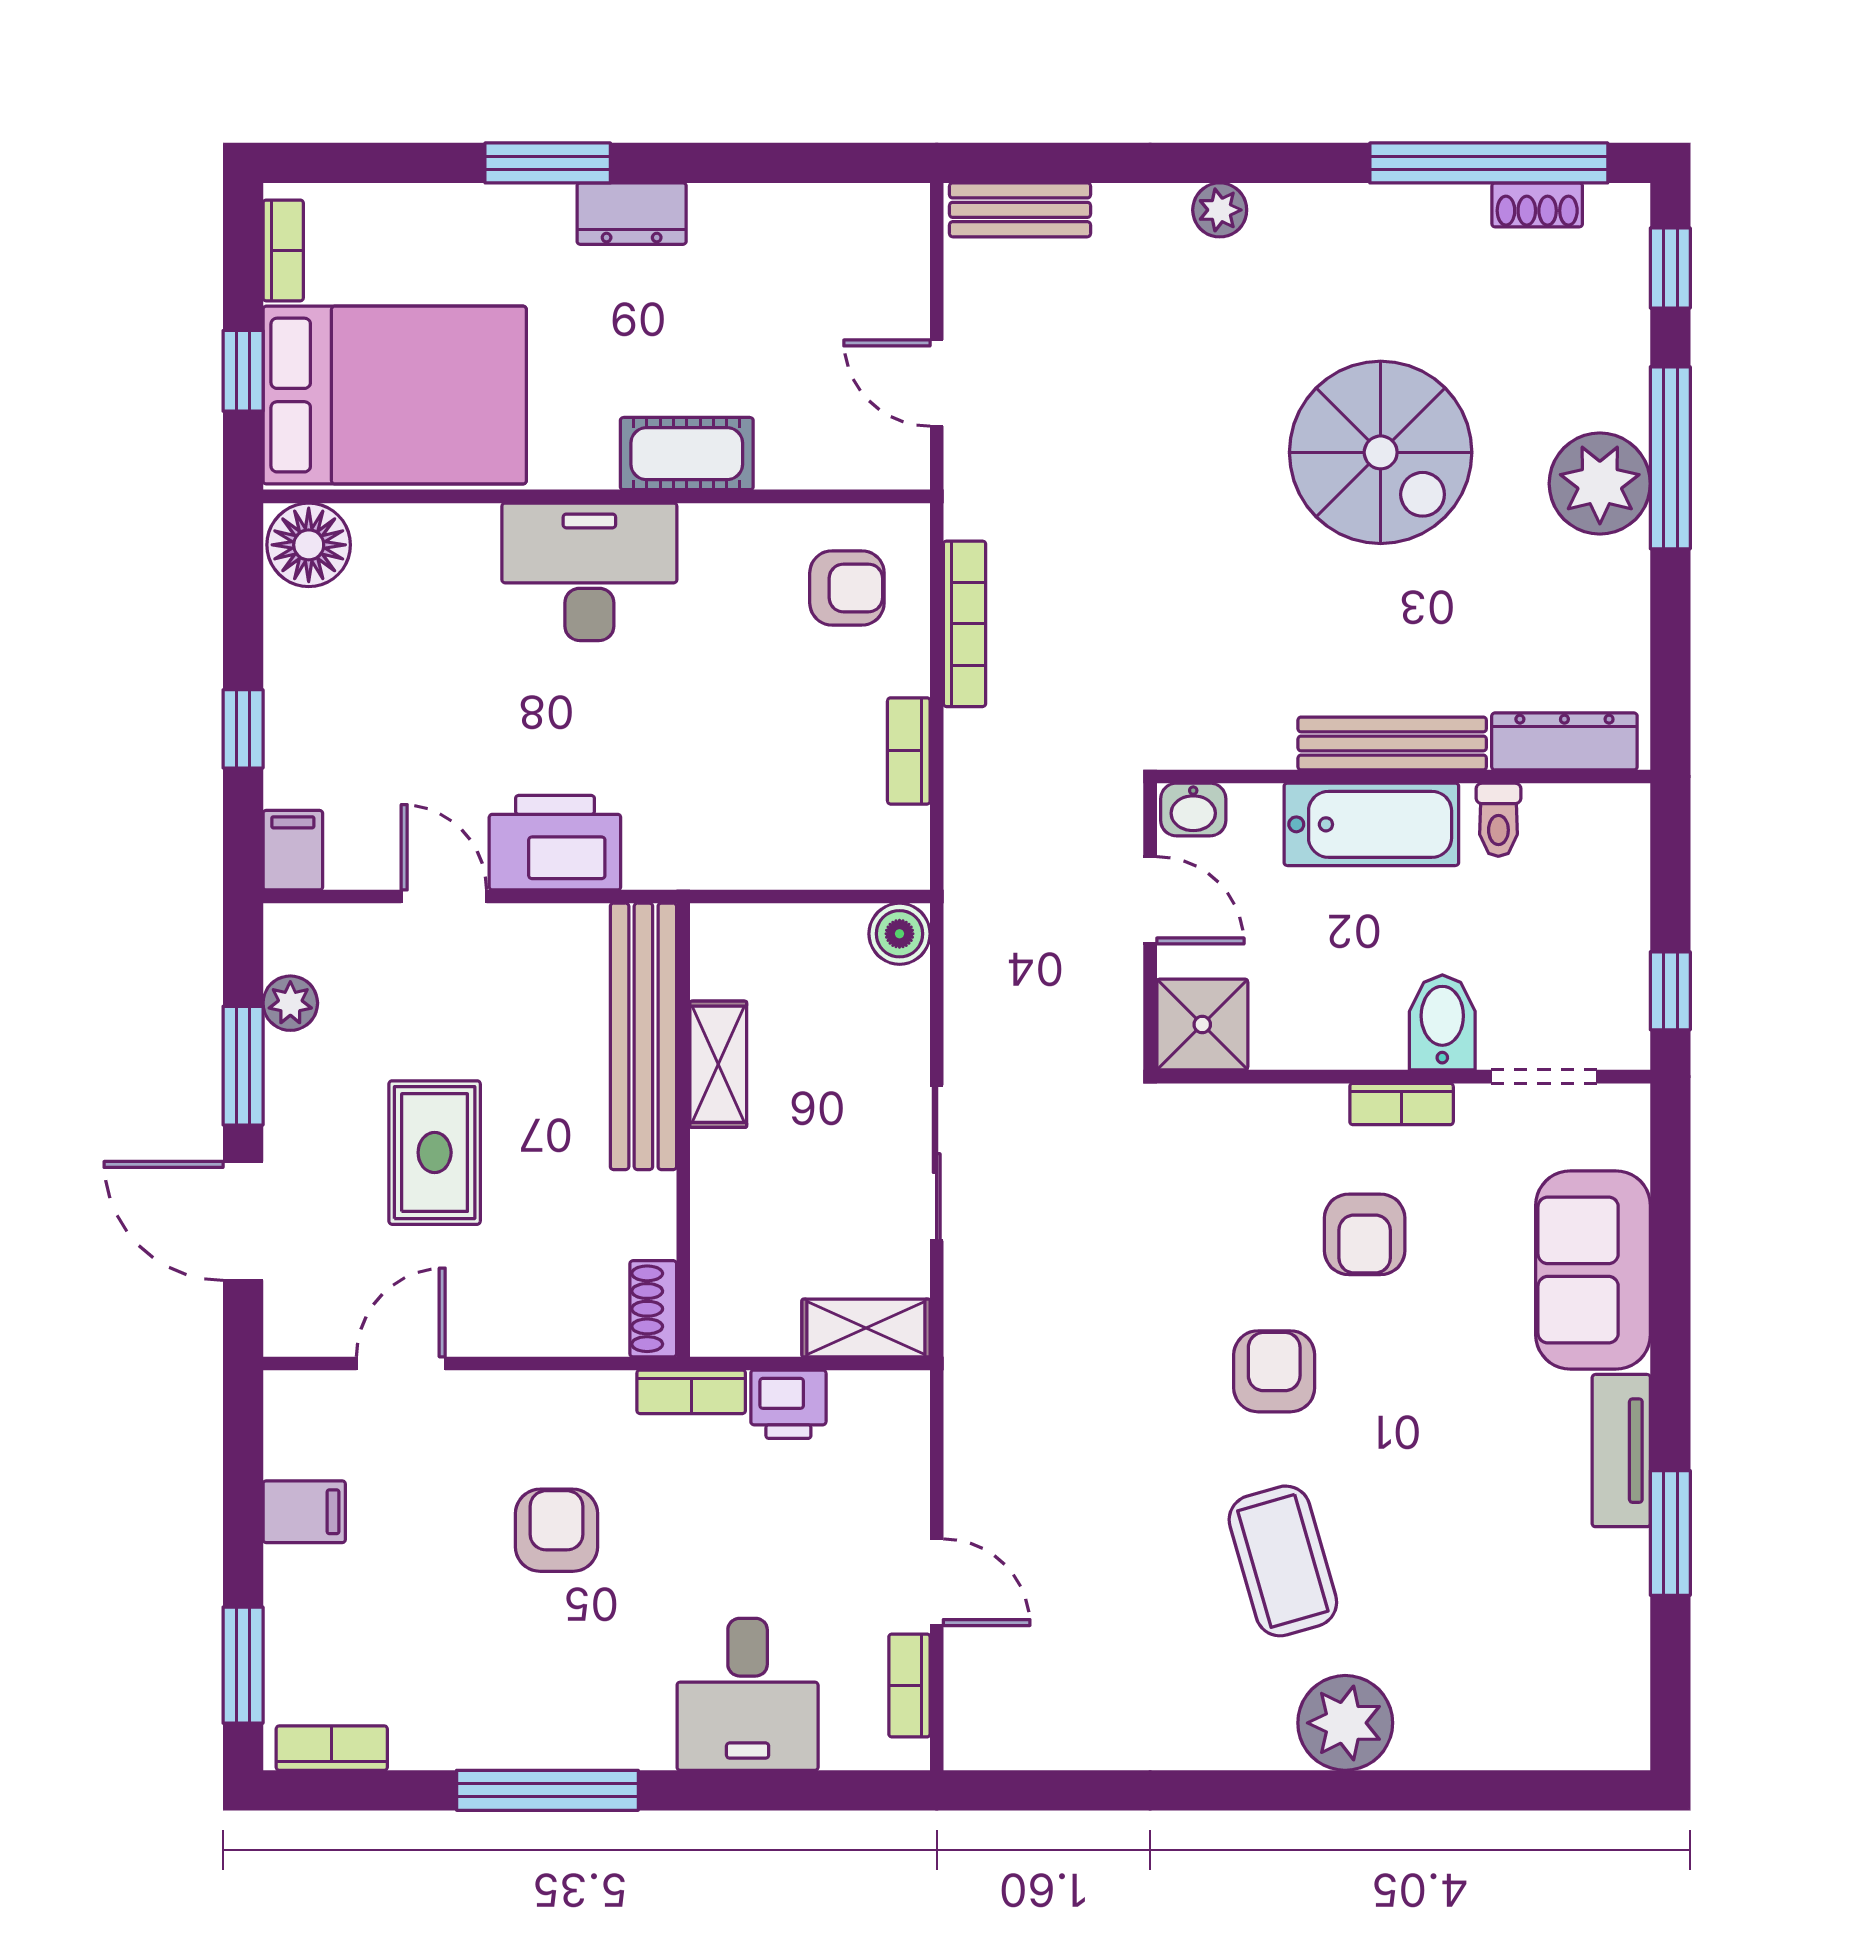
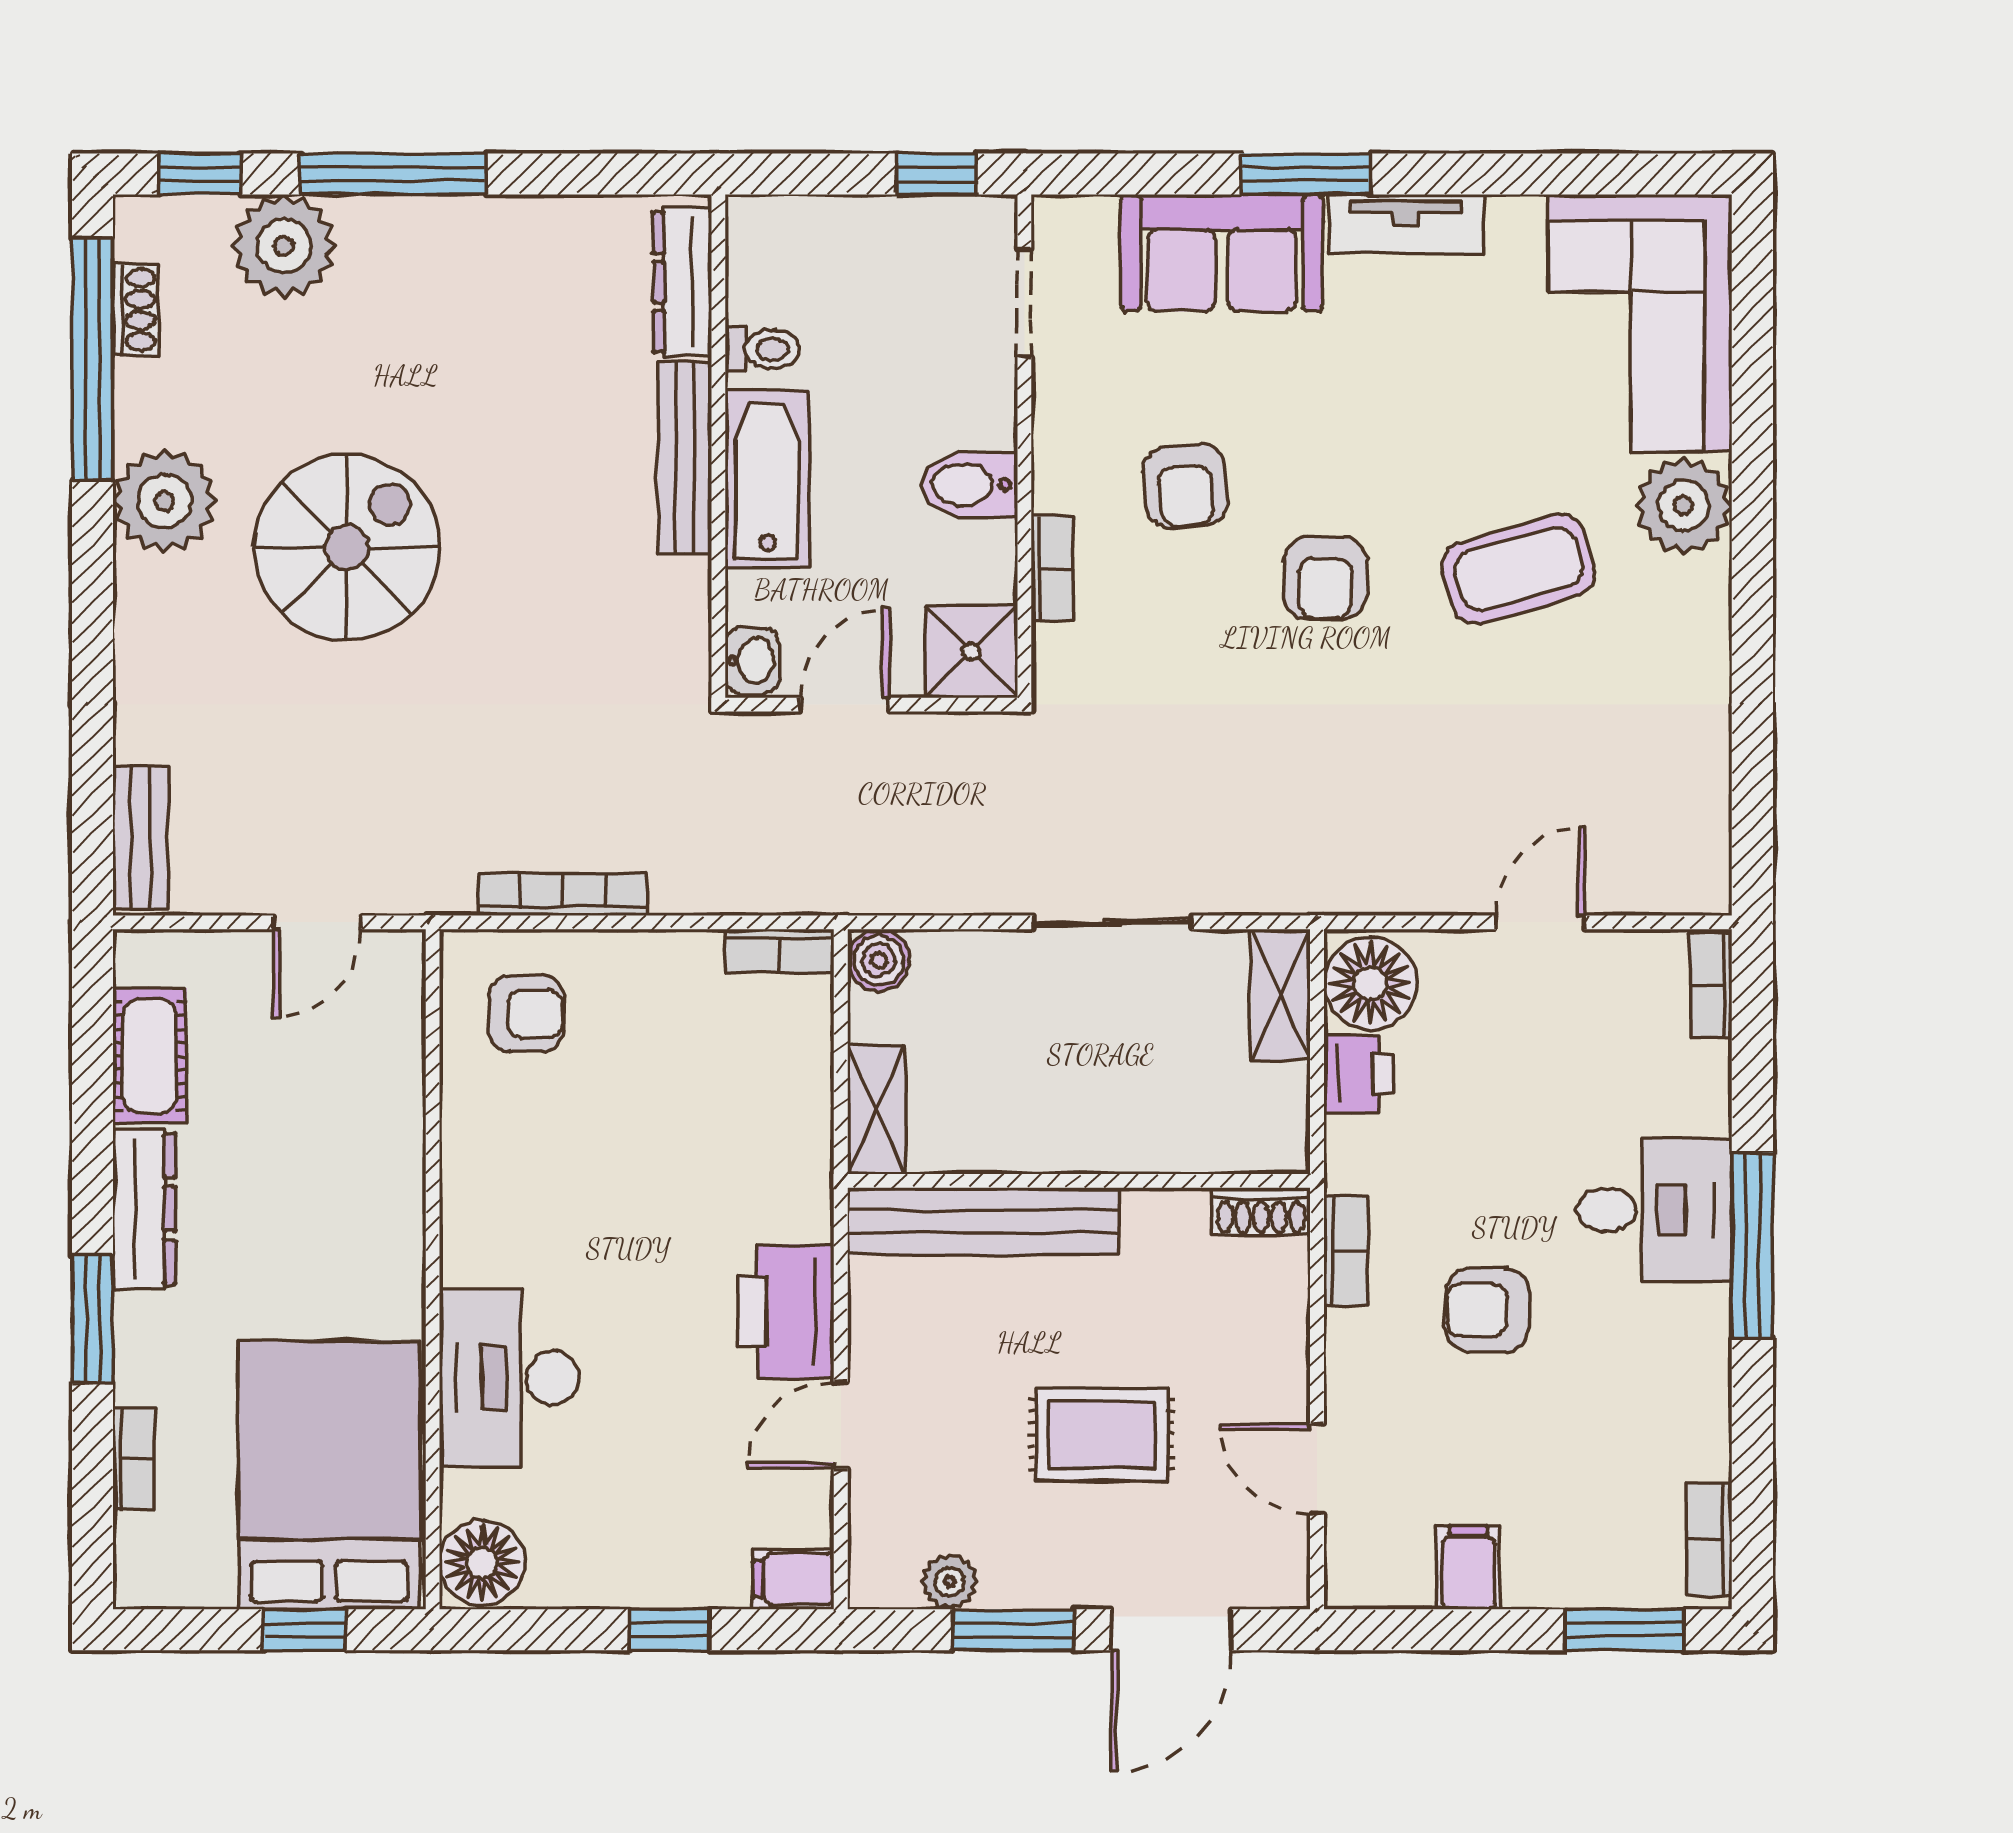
plant: (1220, 210) -> (165, 501), moved, width x1.87, depth x1.87
dresser: (632, 214) -> (144, 1209), width x1.44
bookcase: (283, 250) -> (133, 1458), moved, turned 90
spiral stairs: (1381, 452) -> (347, 547), moved
cot: (687, 454) -> (150, 1056), moved
plant: (1600, 484) -> (284, 246), moved
desk: (589, 572) -> (510, 1378), moved
armchair: (847, 588) -> (526, 1014), turned 90
bookcase: (909, 751) -> (780, 951), moved
bidet: (1442, 1022) -> (969, 485), moved
shelving: (718, 1064) -> (877, 1110), moved, turned 90
bookcase: (1402, 1104) -> (1052, 569), moved
armchair: (1365, 1234) -> (1185, 486), turned 85
armchair: (1274, 1371) -> (1325, 578), turned -90
bookcase: (691, 1392) -> (1346, 1251), moved
floor lamp: (877, 1416) -> (1370, 983), added
window: (1670, 1533) -> (1305, 174), moved
corner sofa: (1524, 1680) -> (1640, 323), added
bookcase: (909, 1685) -> (1711, 985), moved, turned 90
desk: (748, 1694) -> (1654, 1210), moved
window: (547, 1790) -> (1752, 1245), moved

